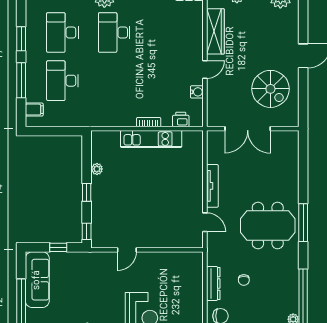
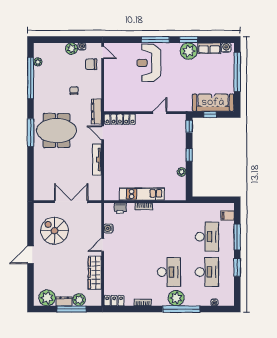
locker: (181, 241) -> (120, 119), added
sofa: (37, 280) -> (213, 103), moved, turned 90
dresser: (213, 283) -> (96, 111), moved

